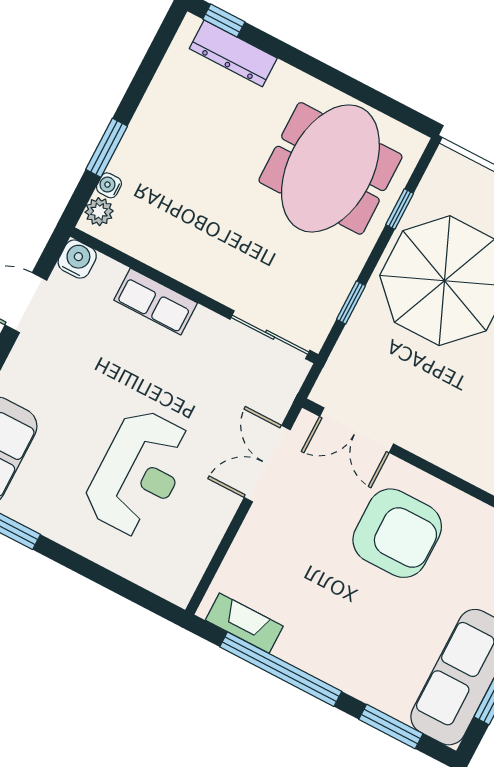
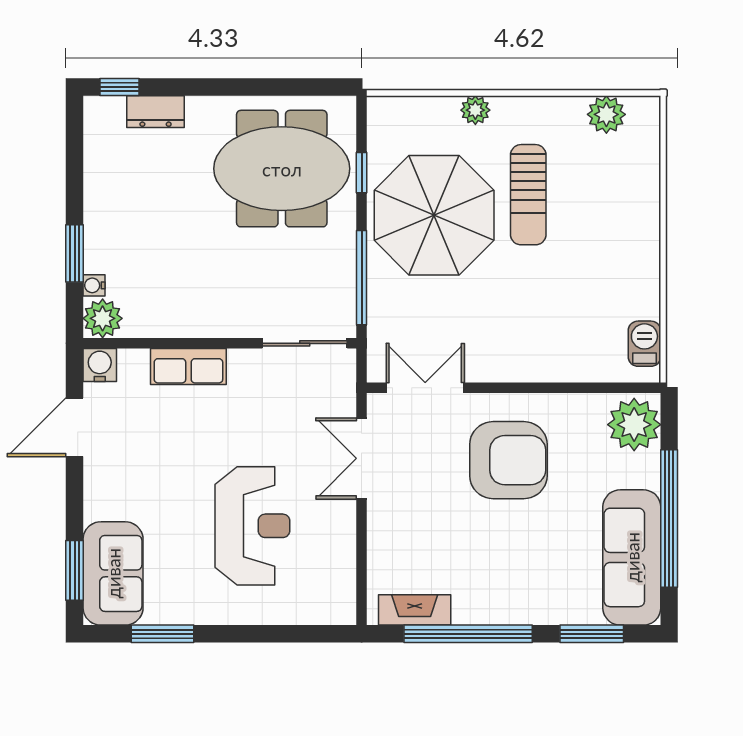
dresser: (233, 53) -> (156, 112), width x0.70
meeting table: (330, 168) -> (282, 169), turned 90
plant: (99, 212) -> (103, 318), width x1.38, depth x1.38
window: (351, 303) -> (362, 278), width x2.17
double door: (357, 430) -> (425, 388), swing flipped

